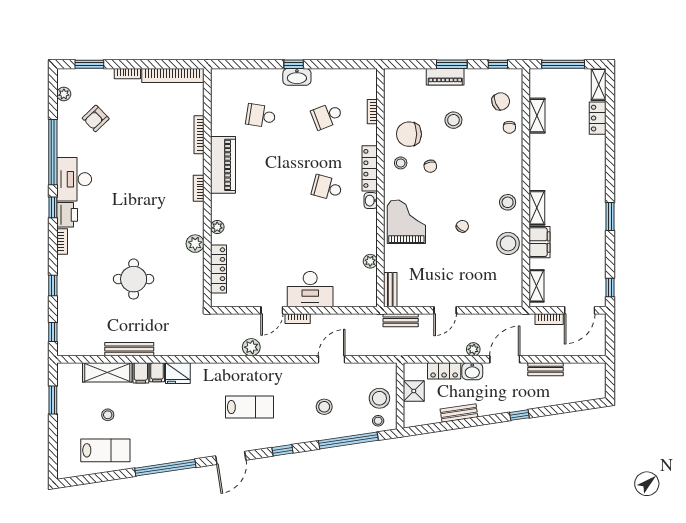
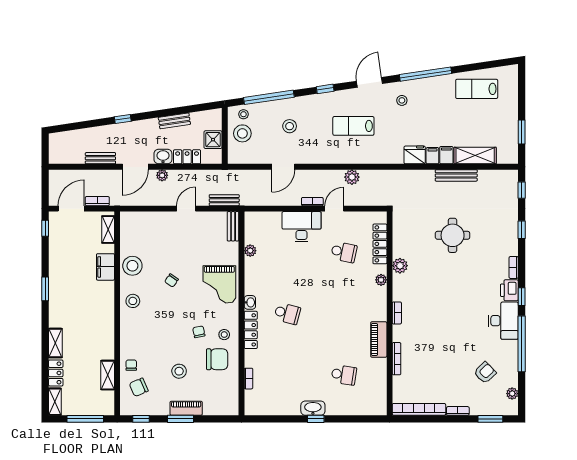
school desk: (327, 116) -> (344, 252), moved, turned 33
piano: (223, 165) -> (379, 339), width x0.73, depth x0.75
shelving: (537, 208) -> (55, 343), moved
stool: (108, 415) -> (402, 100), moved

